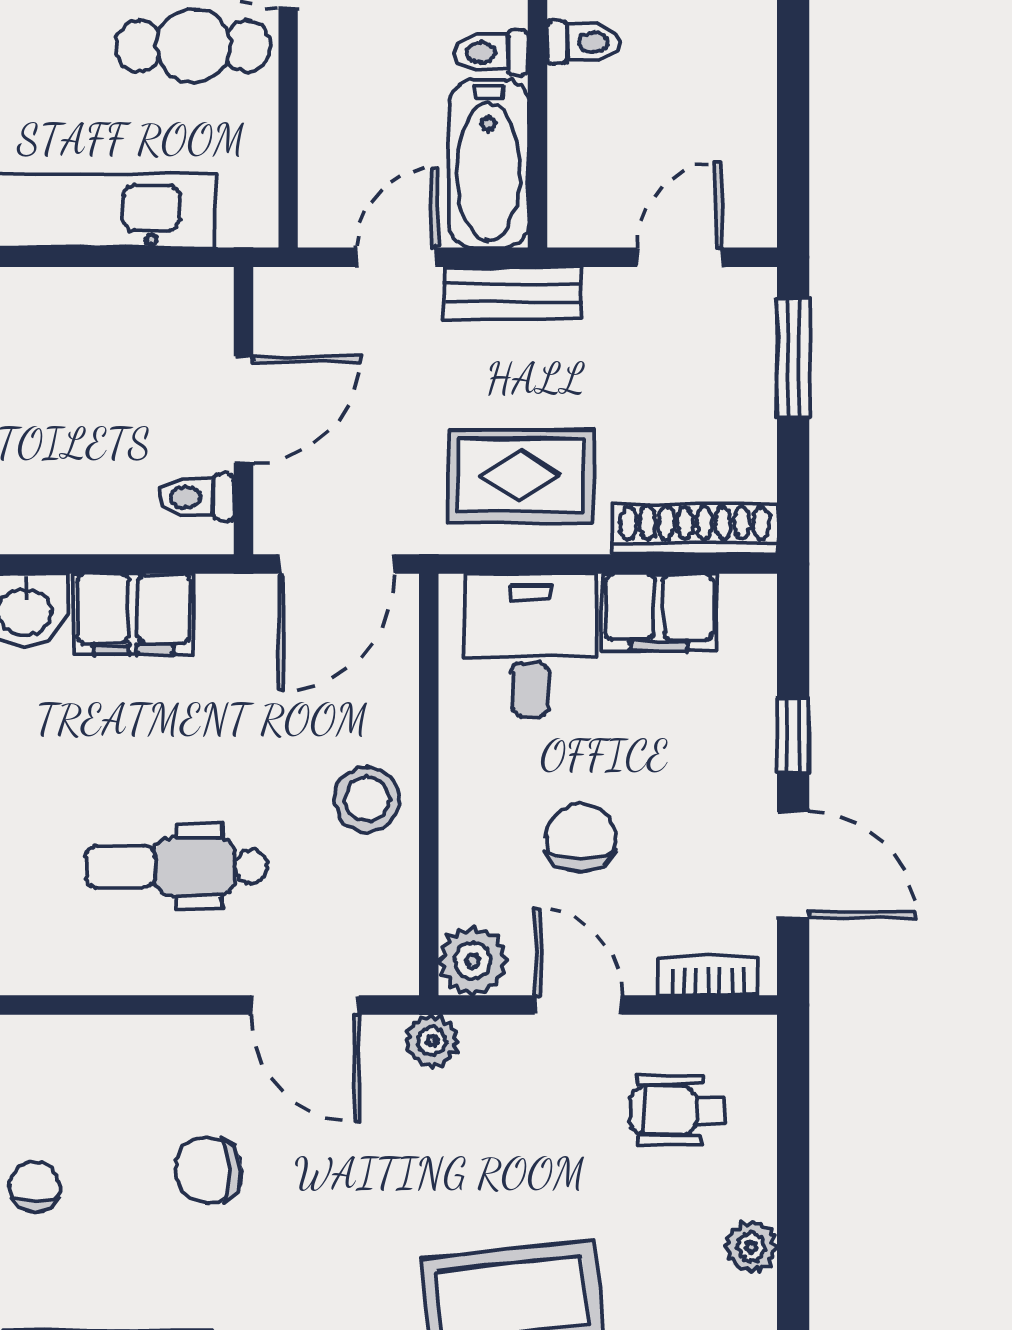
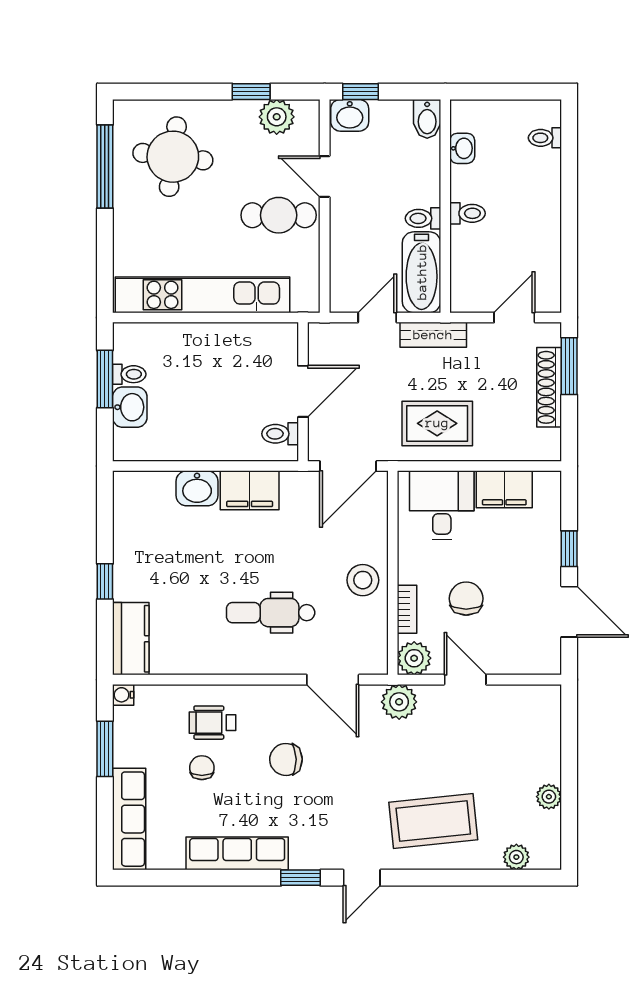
shoe rack: (695, 529) -> (549, 387), moved, turned -90
bookcase: (708, 975) -> (407, 609), moved, turned 90
plant: (432, 1041) -> (399, 702), width x1.38, depth x1.38
wheelchair: (677, 1110) -> (212, 723), moved

